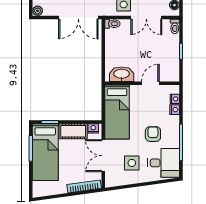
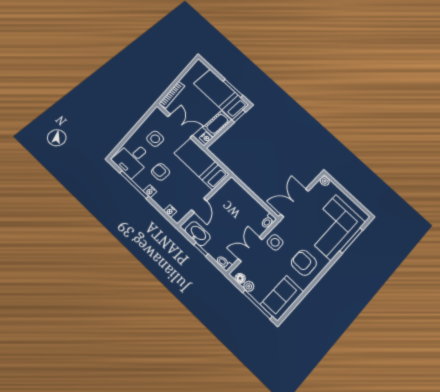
washbasin: (122, 74) -> (198, 234), moved, turned -90
nightstand: (175, 110) -> (150, 191), moved
armchair: (153, 134) -> (161, 172), turned 180

